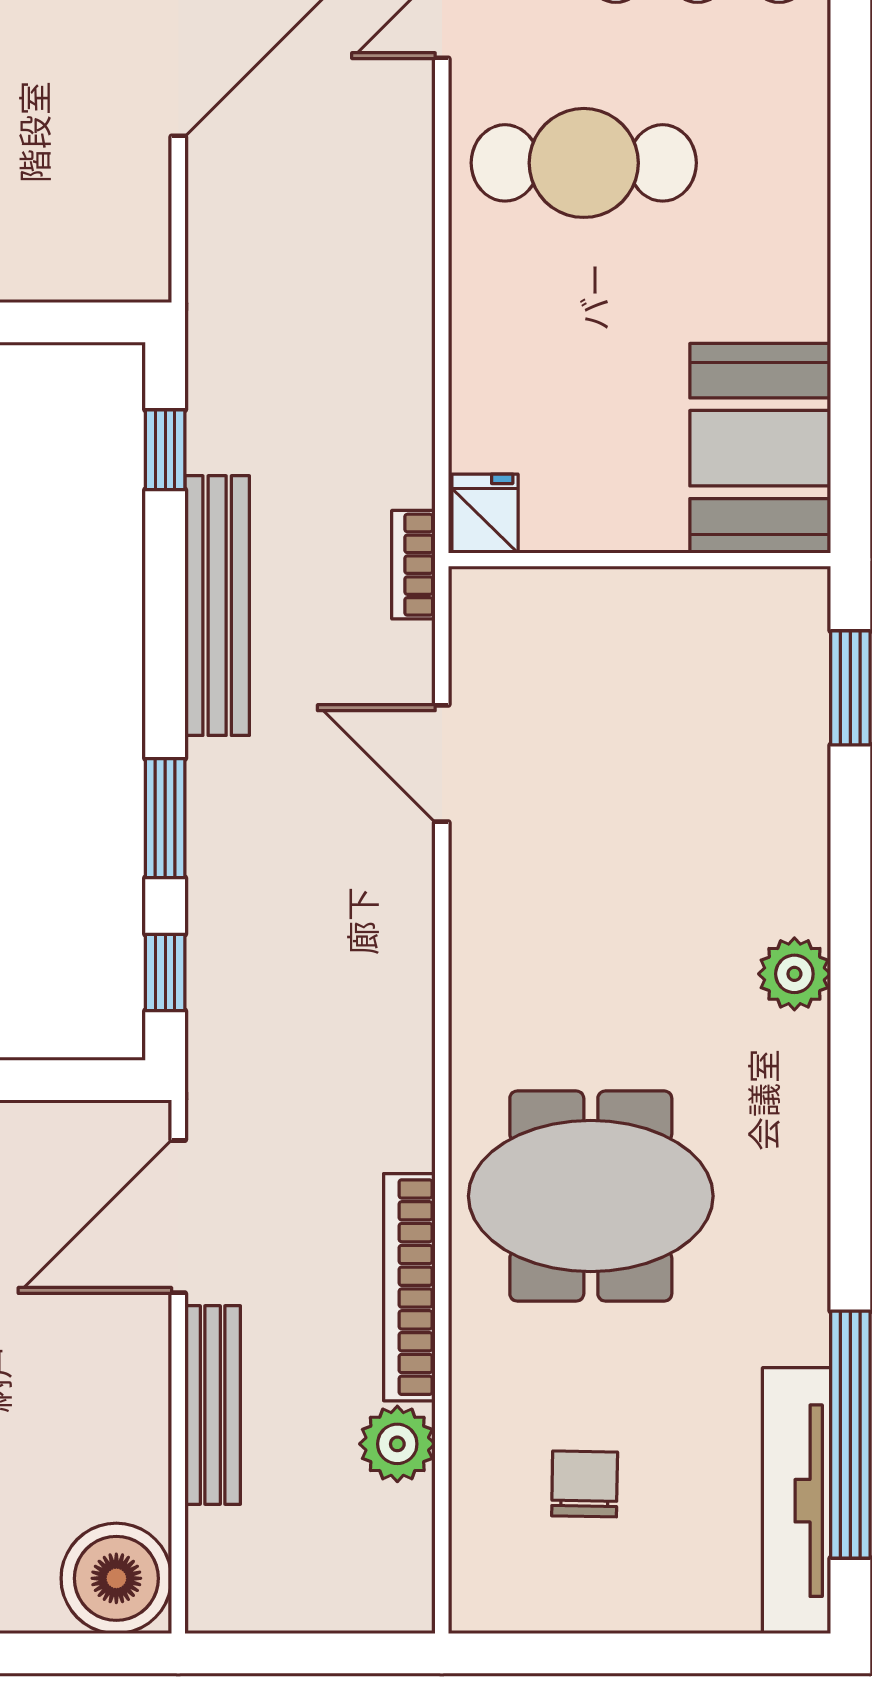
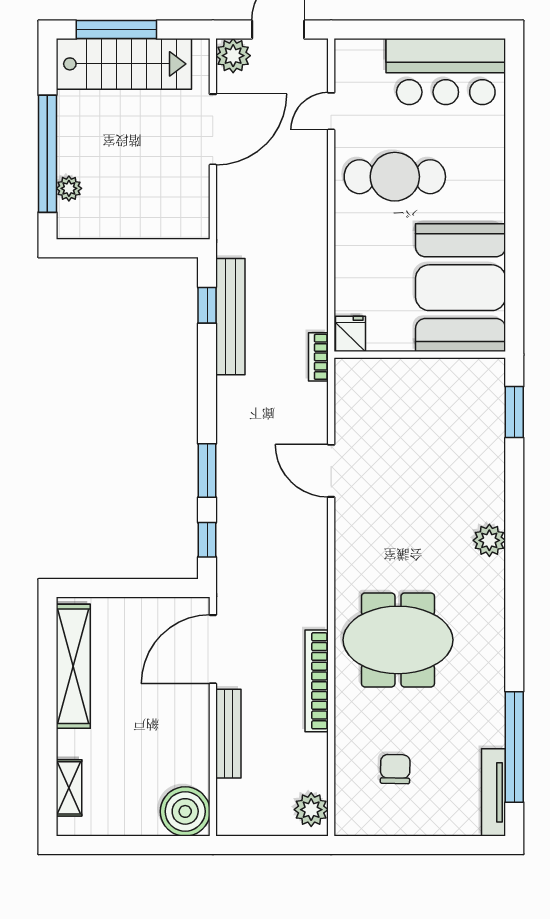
booth: (760, 448) -> (461, 288), width x1.36, depth x1.42
bench: (217, 606) -> (230, 317), moved
door: (442, 764) -> (331, 471), moved
plant: (397, 1444) -> (311, 810), moved
tv unit: (796, 1501) -> (494, 792), width x0.73, depth x0.78

